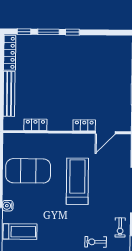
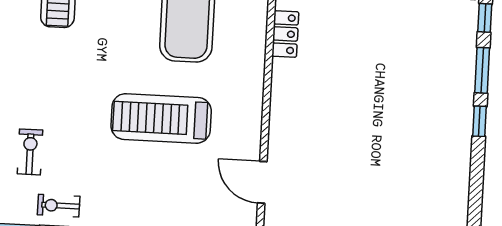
locker: (84, 125) -> (279, 138), removed
treadmill: (77, 181) -> (161, 118), turned 180

